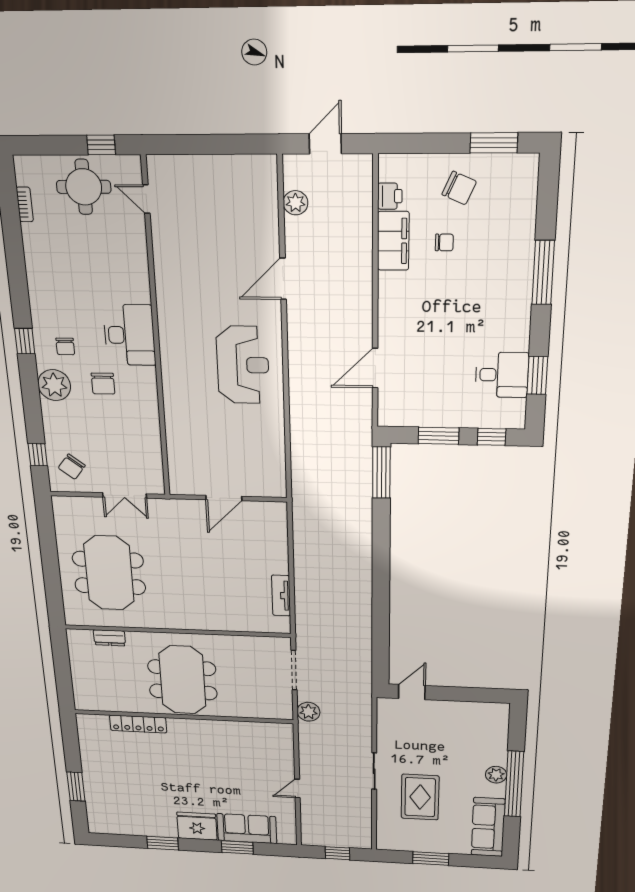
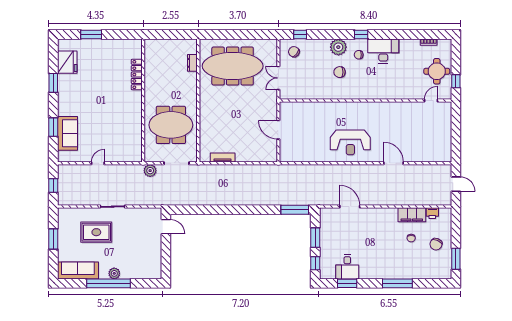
plant: (295, 203) -> (429, 170), removed
desk: (129, 335) -> (383, 51), moved, turned 180
meeting table: (109, 573) -> (233, 66), width x1.36
meeting table: (182, 680) -> (171, 125), moved
door: (297, 788) -> (98, 163), hinge flipped
fridge: (197, 826) -> (67, 62), moved

